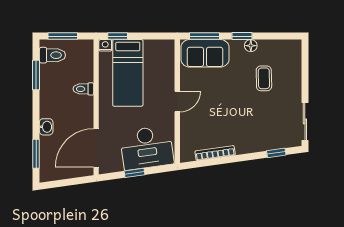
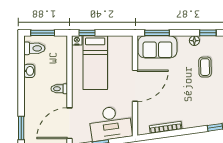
window: (242, 36) -> (208, 33), moved
window: (36, 75) -> (21, 64), removed
toilet: (83, 89) -> (59, 89), moved
door: (177, 102) -> (135, 86), width x1.87
washbasin: (46, 127) -> (29, 71), moved

